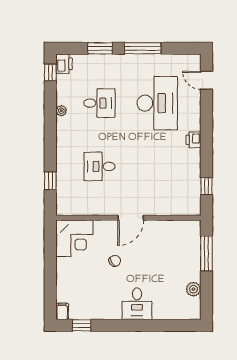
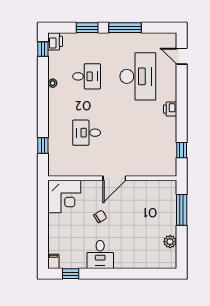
desk: (137, 304) -> (100, 255), moved

